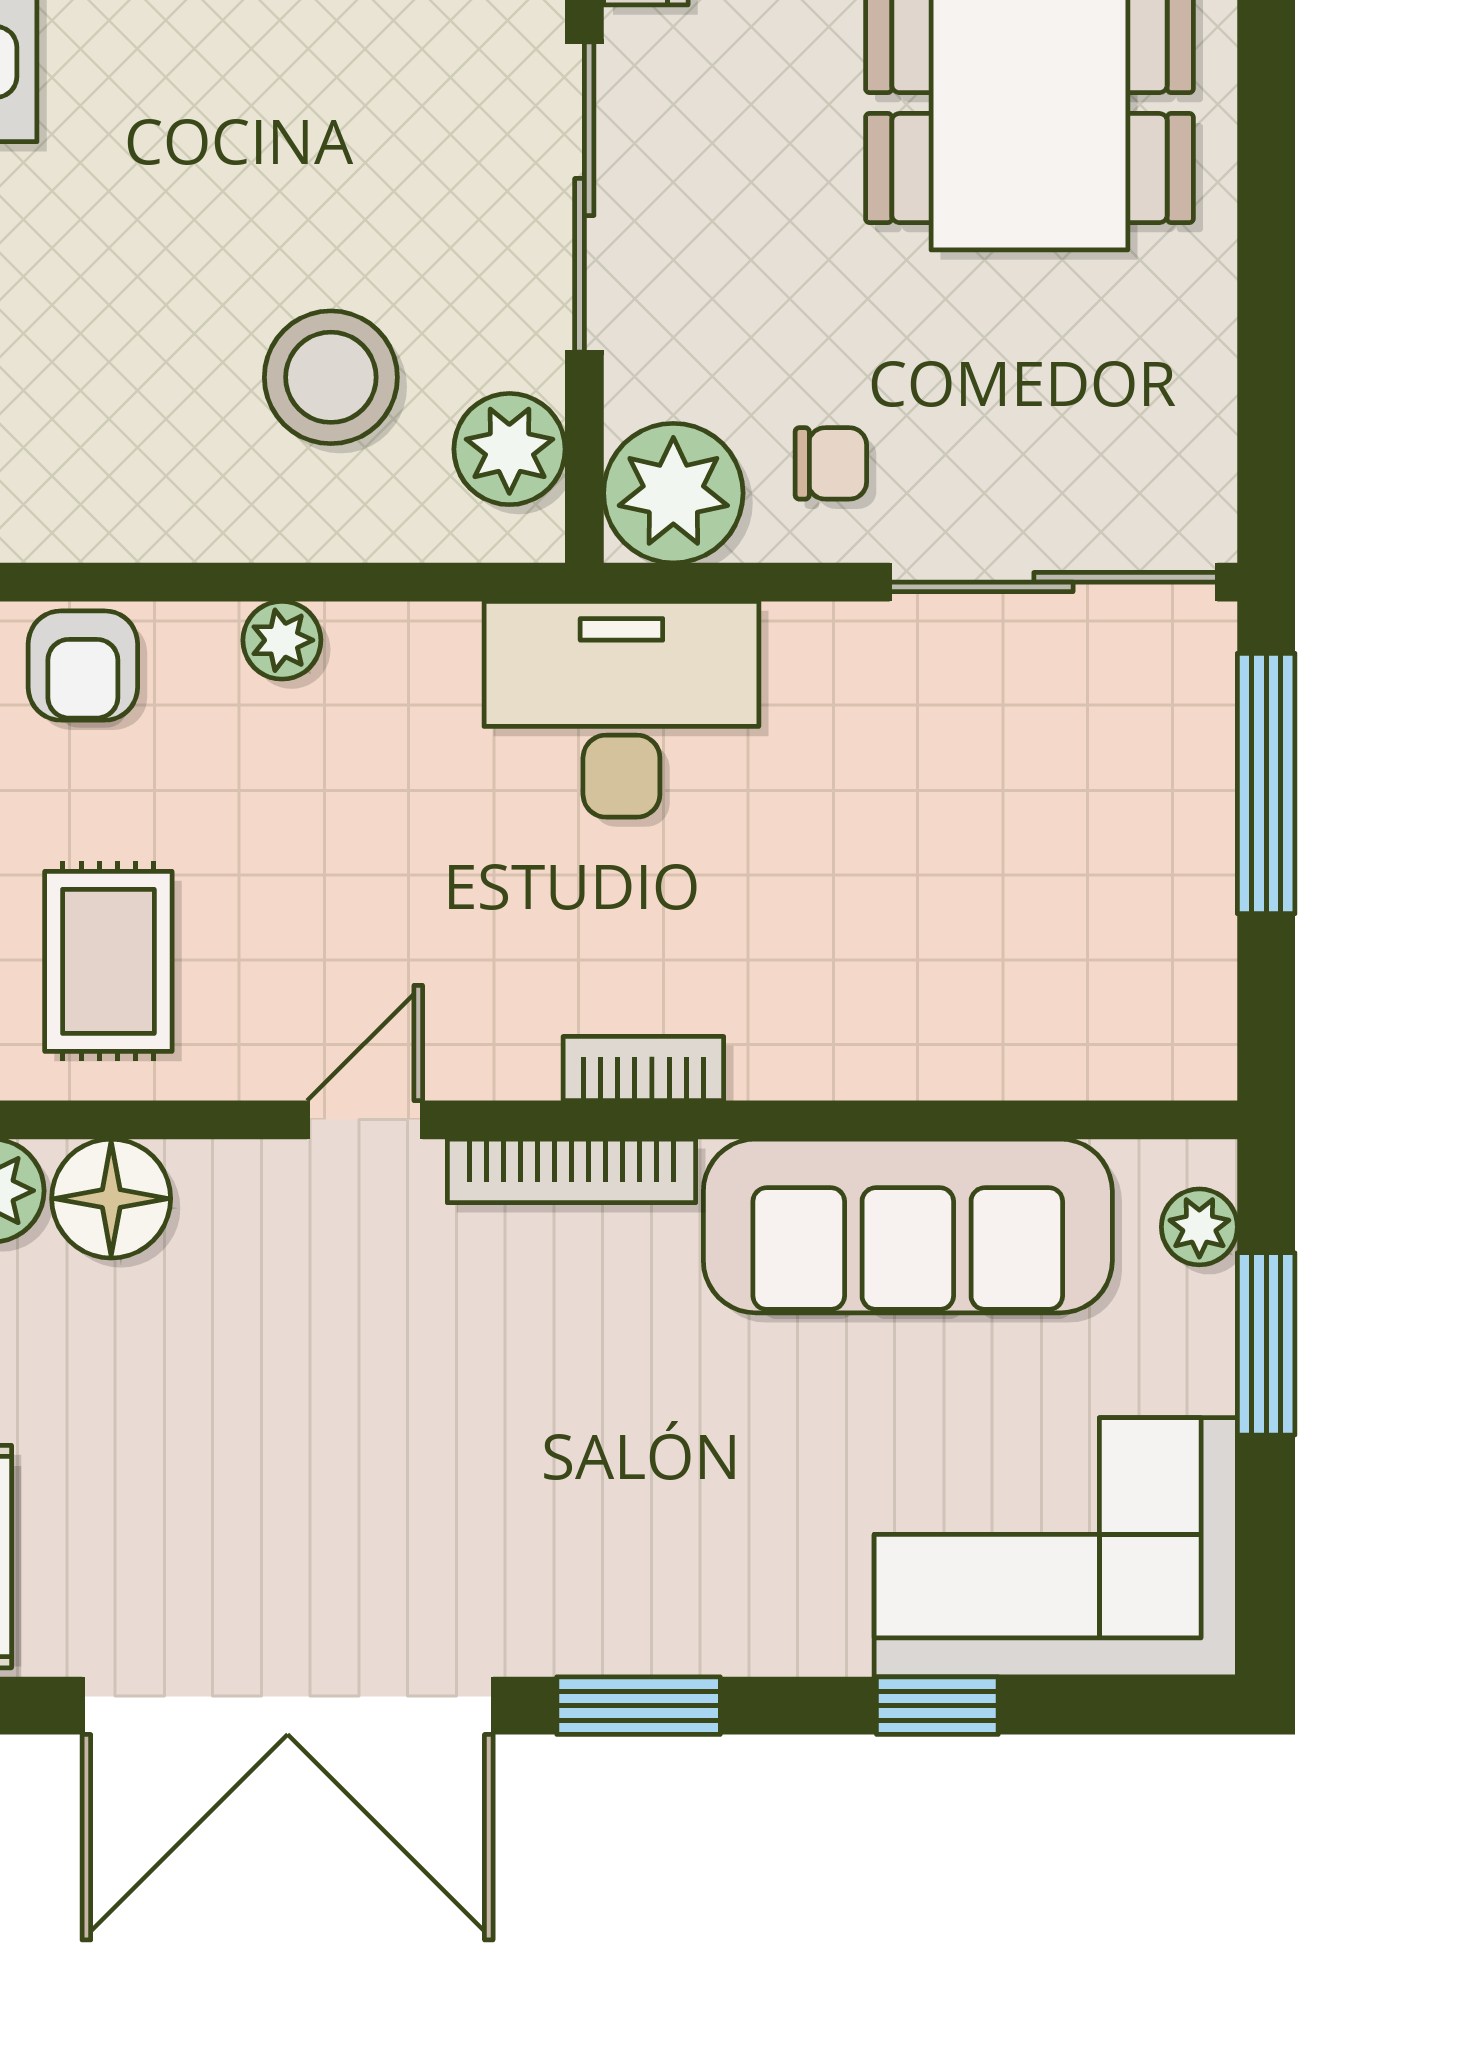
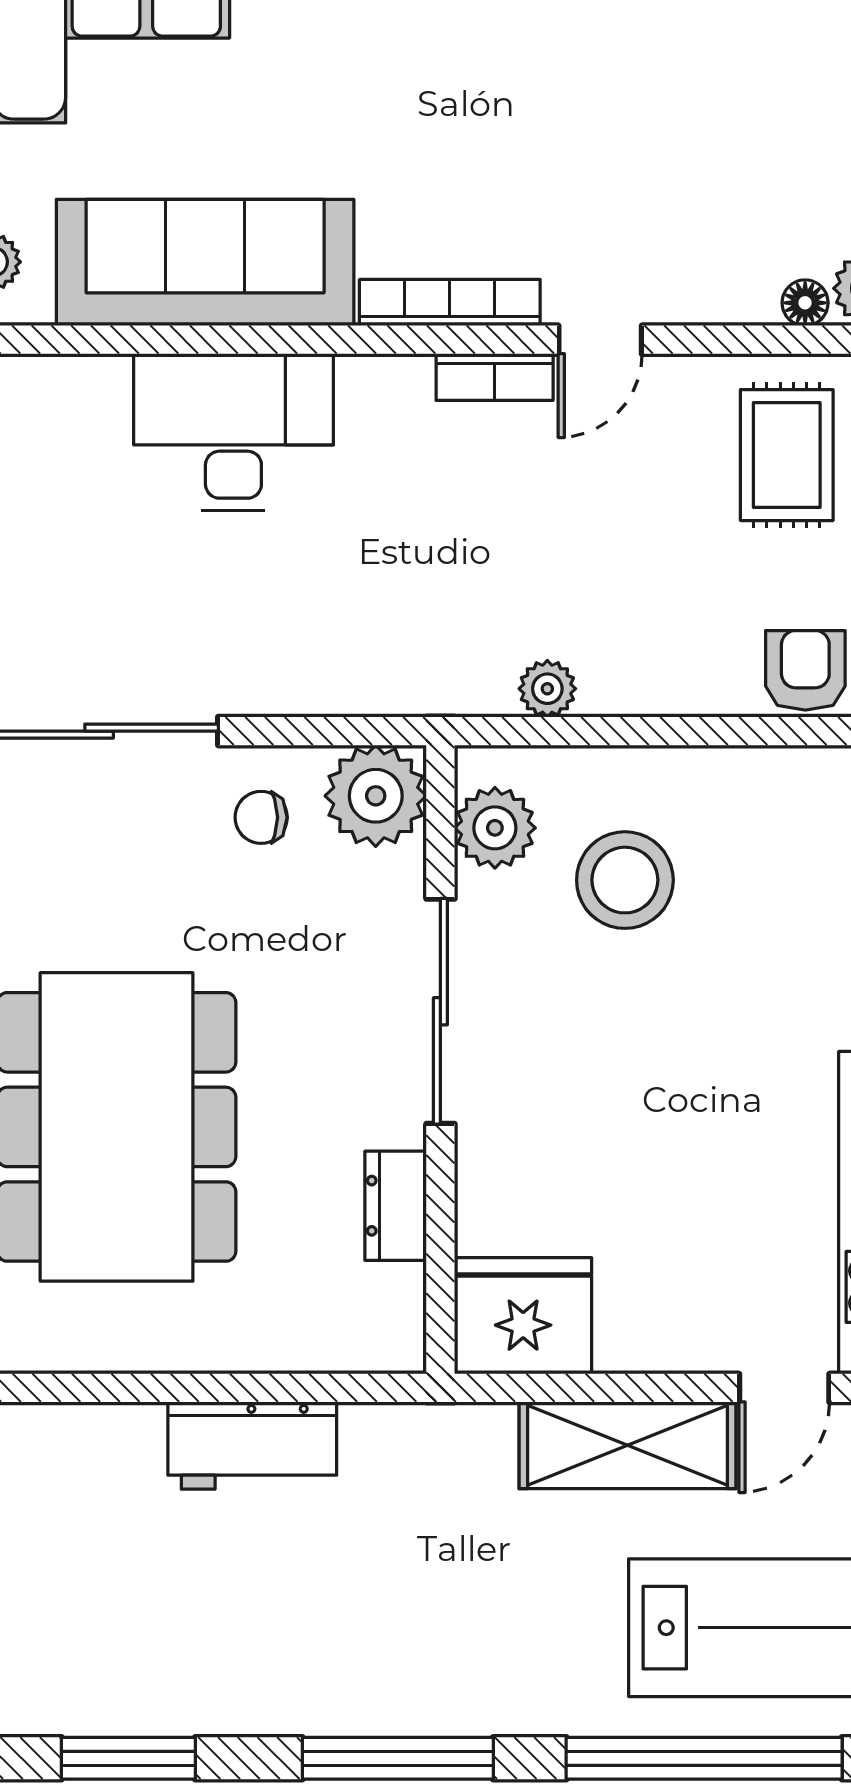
plant: (282, 640) -> (547, 689), moved
desk: (621, 709) -> (233, 432), moved, turned 180
bookcase: (643, 1069) -> (495, 377), moved
floor lamp: (111, 1199) -> (805, 303), width x0.53, depth x0.53

